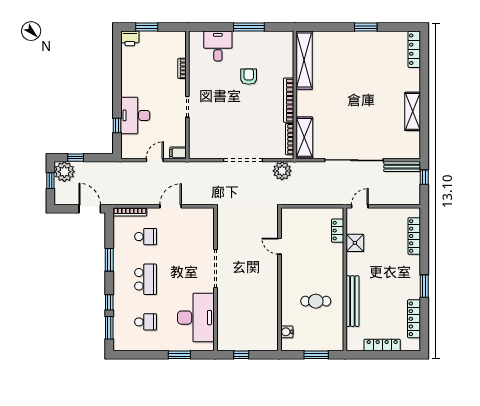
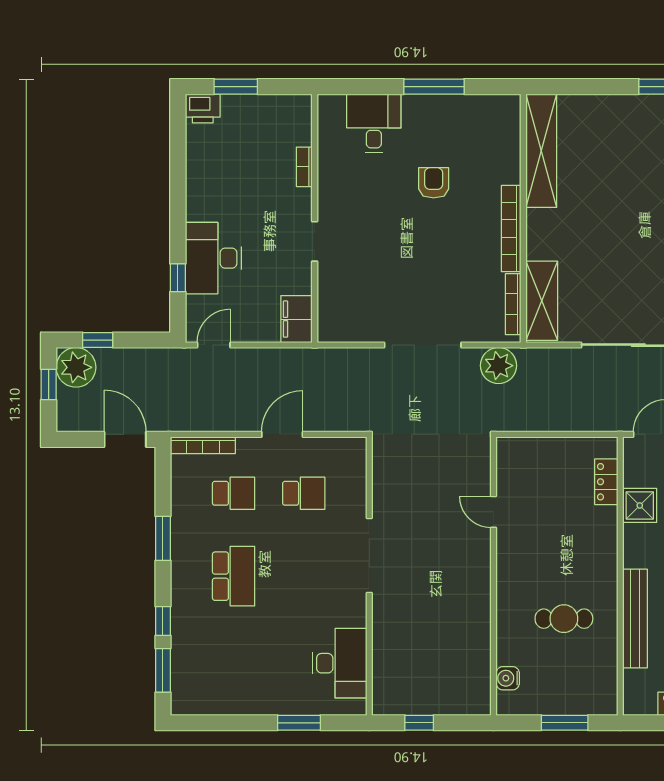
filing cabinet: (178, 153) -> (296, 319), width x2.00
door: (155, 160) -> (214, 345), moved
desk: (196, 318) -> (339, 663), width x0.73, depth x0.77
school desk: (146, 322) -> (304, 493), moved

